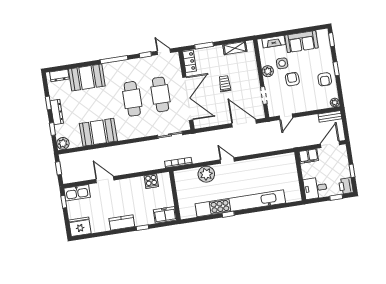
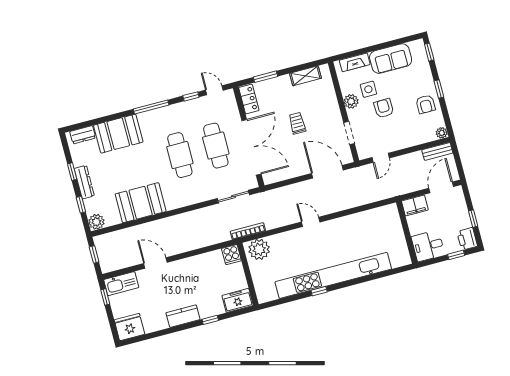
plant: (206, 174) -> (259, 249), moved
cooker: (151, 181) -> (231, 255), moved

